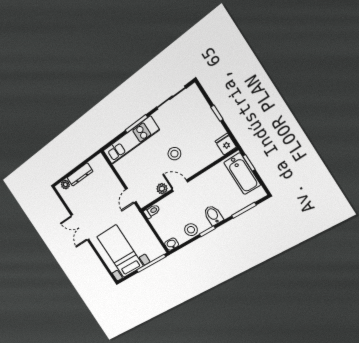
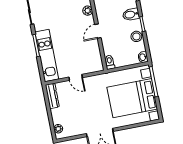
stool: (174, 154) -> (71, 25), removed
dresser: (80, 175) -> (52, 96), moved
plant: (162, 189) -> (88, 11), moved
door: (131, 196) -> (76, 77), moved
bed with nightstands: (120, 251) -> (132, 98), width x1.36

